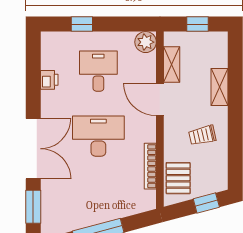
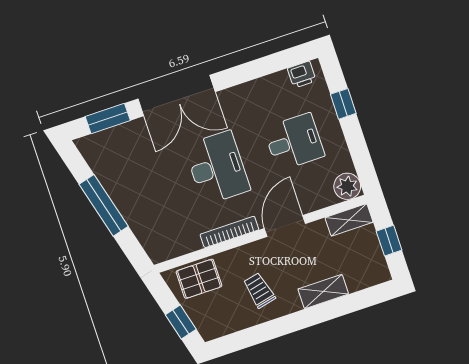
shelving: (172, 65) -> (349, 220), moved
printer: (49, 80) -> (302, 75), moved
bookcase: (150, 166) -> (229, 232), moved

